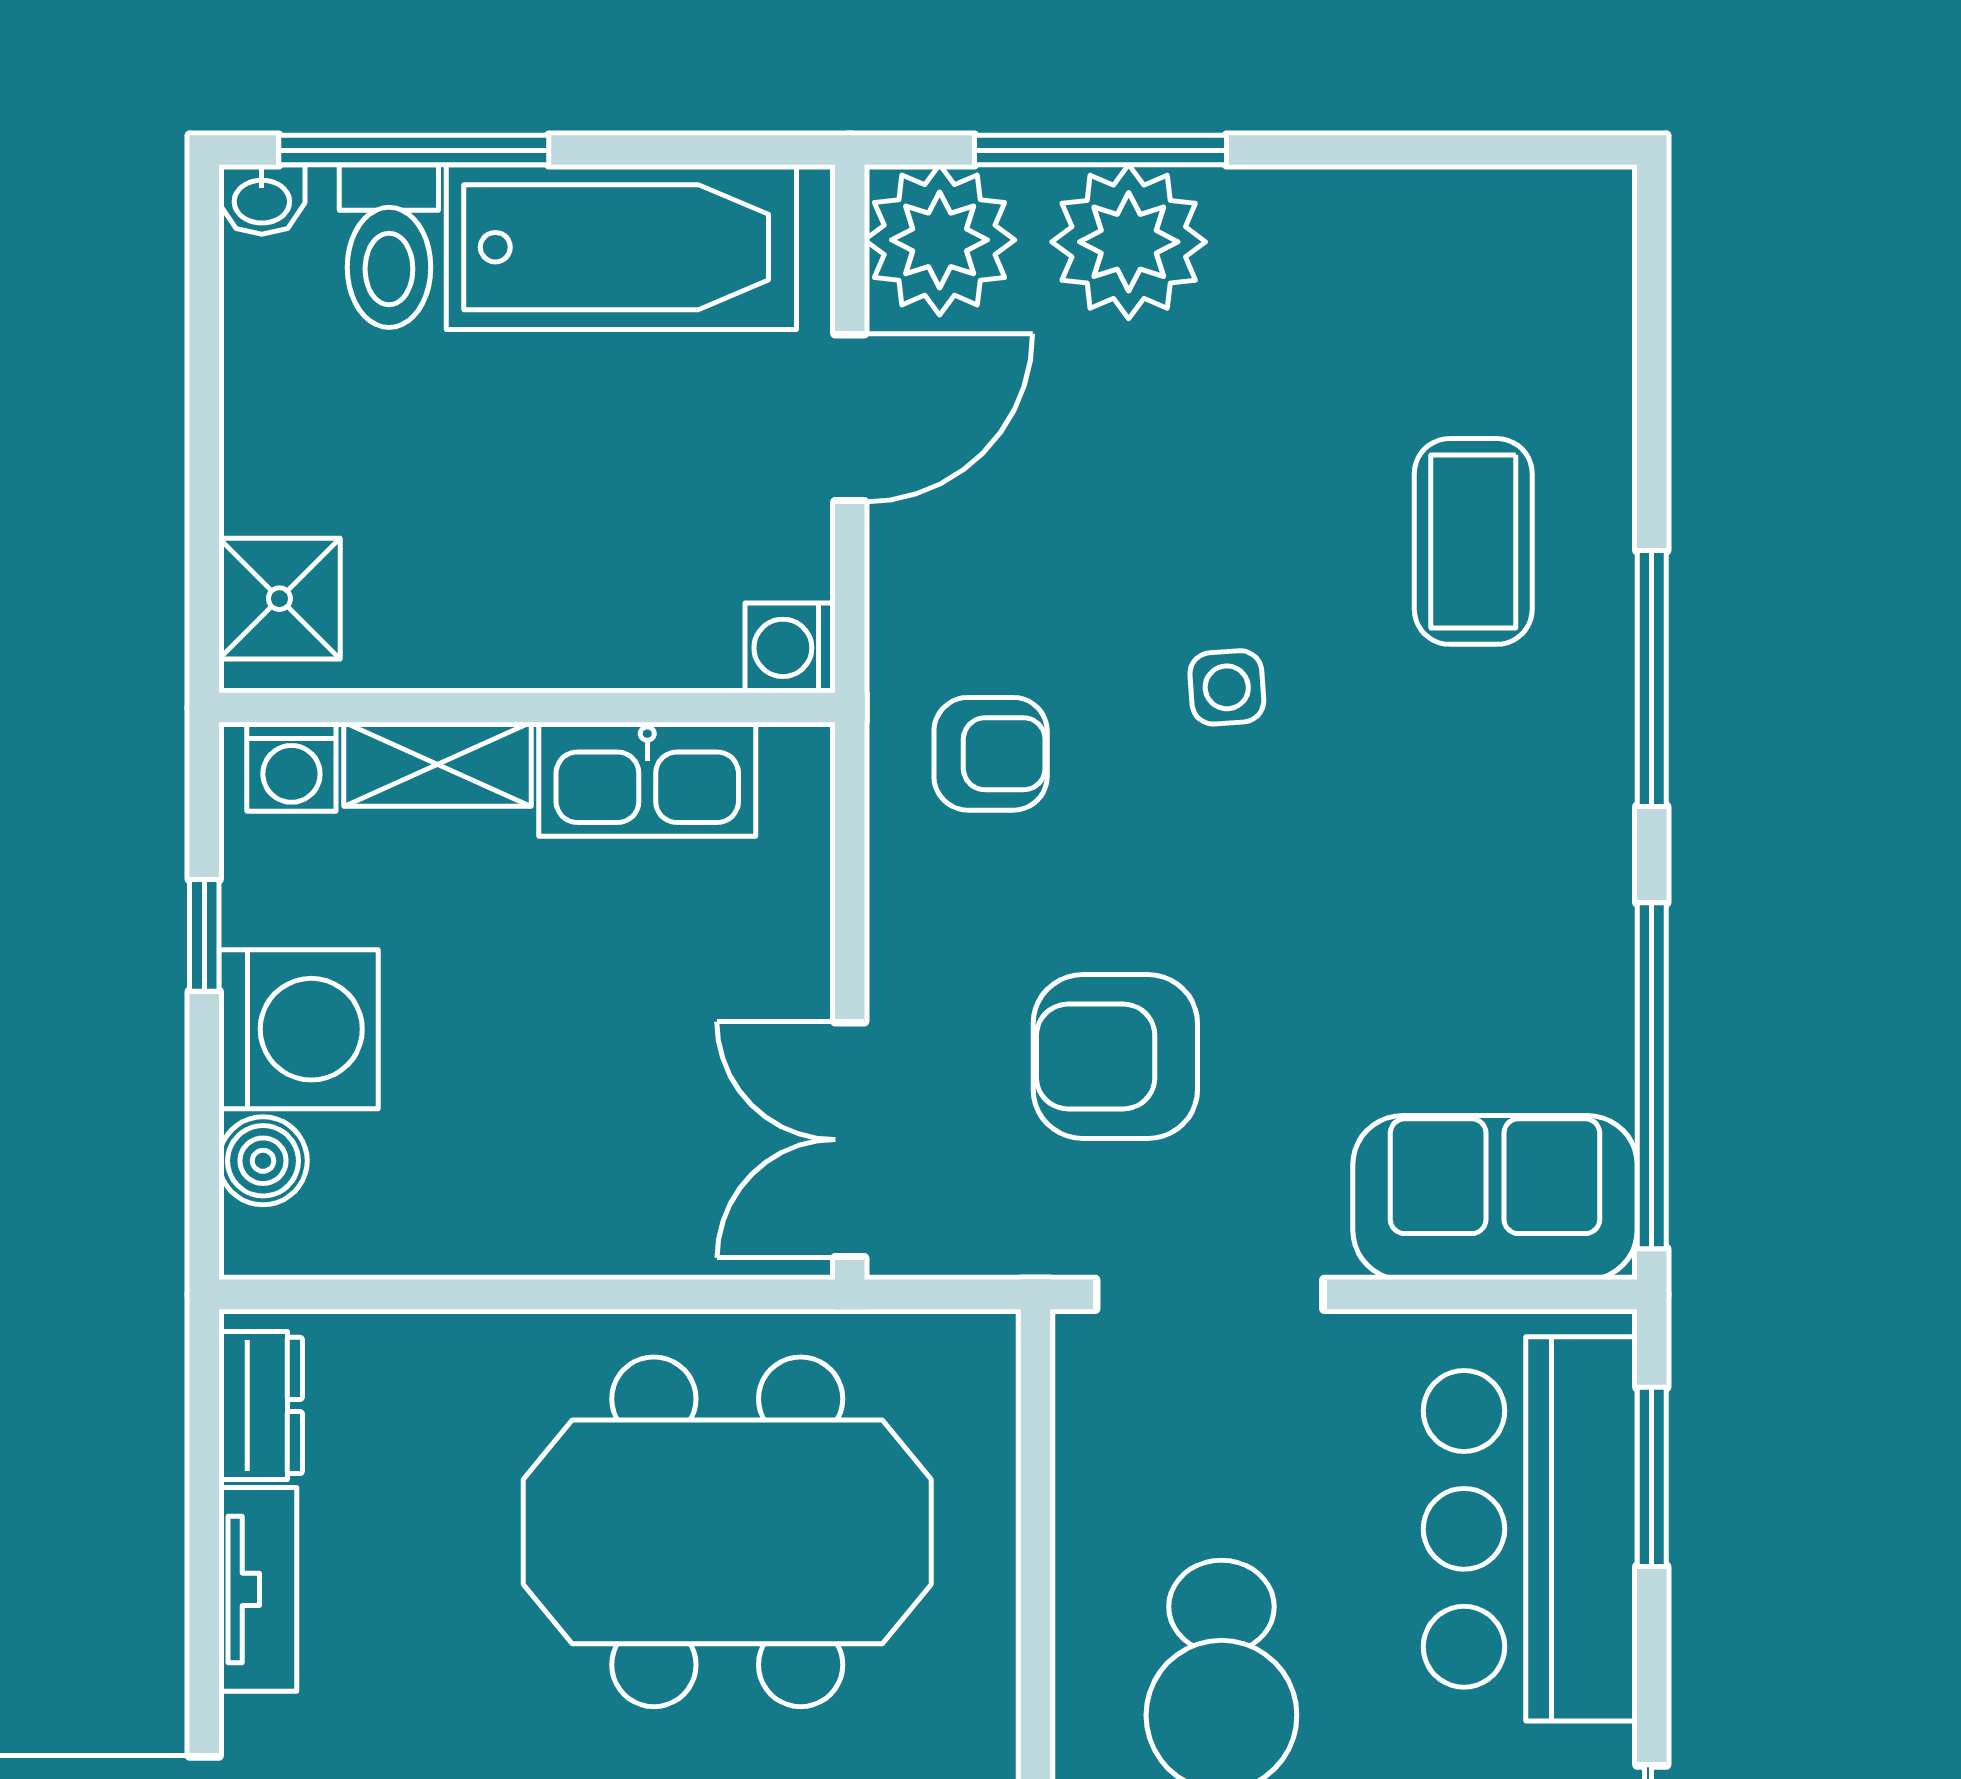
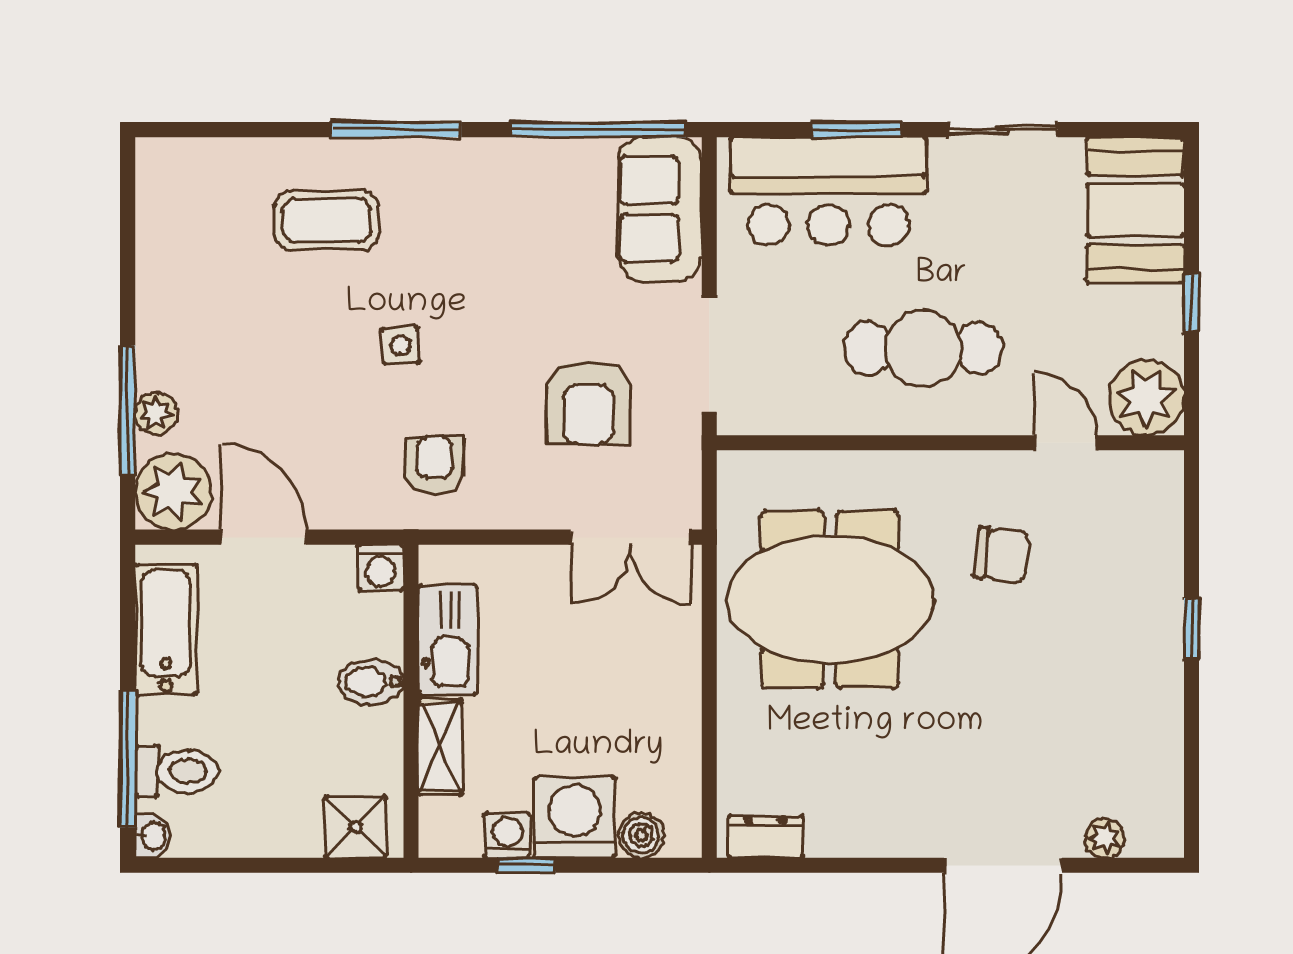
plant: (1129, 242) -> (156, 414), width x0.53, depth x0.53
bathtub: (621, 247) -> (166, 630), width x0.73, depth x0.73
bidet: (565, 628) -> (371, 682), added
washing machine: (291, 767) -> (507, 835), moved, turned -90
window: (1652, 1477) -> (857, 130), moved
meeting table: (727, 1532) -> (830, 599), turned 90
tv unit: (258, 1589) -> (859, 838), removed

